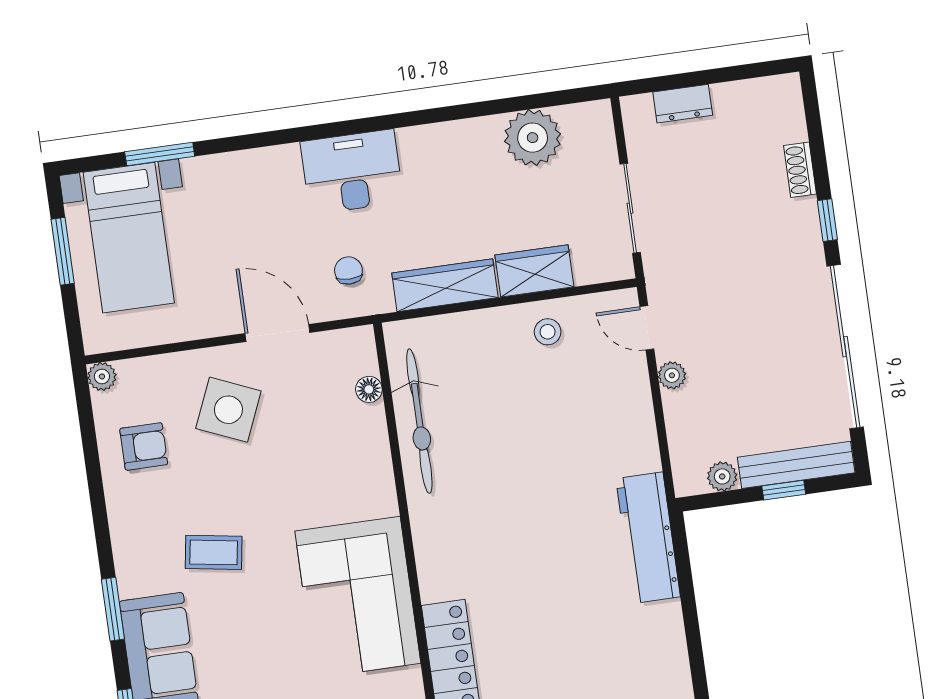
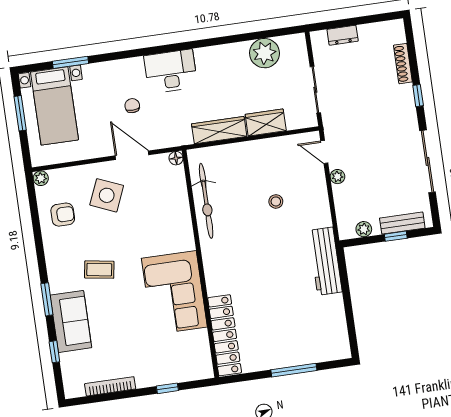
shoe rack: (800, 170) -> (403, 64), width x1.43
chair: (348, 270) -> (132, 106), moved
stool: (548, 332) -> (276, 201), moved
sliding door: (845, 347) -> (428, 161), width x0.73
floor lamp: (369, 389) -> (176, 158), moved
bench: (796, 465) -> (402, 223), width x0.73

